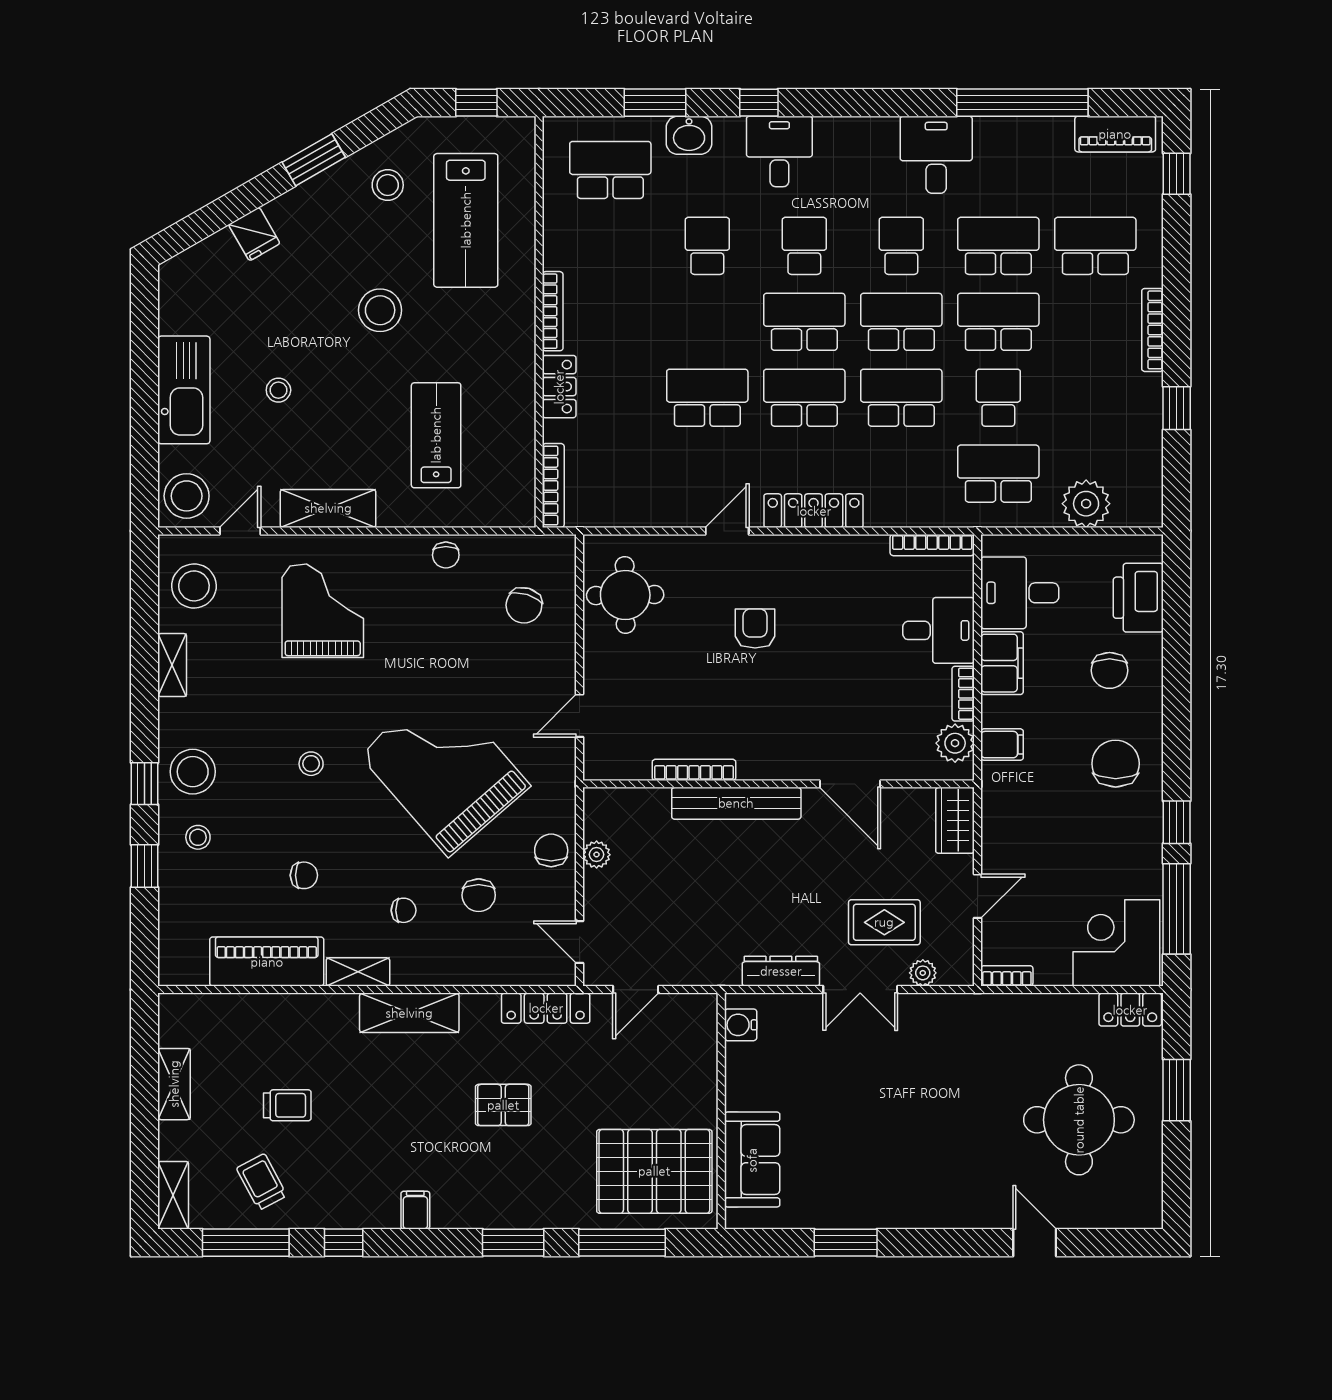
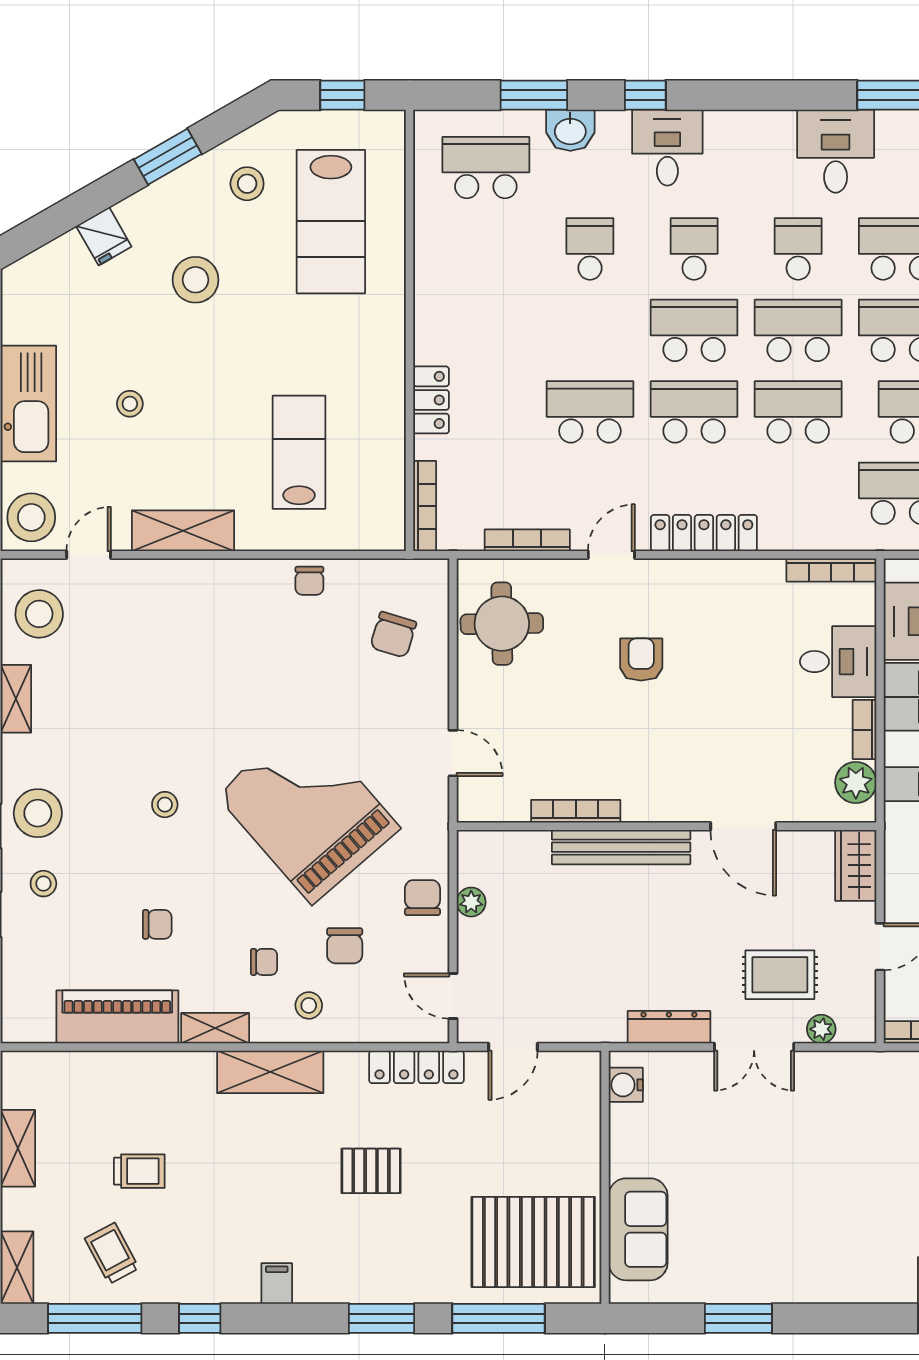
stool: (380, 310) -> (195, 280), moved
bookcase: (553, 311) -> (527, 540), moved, turned -90
grand piano: (323, 611) -> (177, 641), removed
door: (580, 716) -> (453, 753), swing flipped
stool: (445, 951) -> (309, 1005), added

